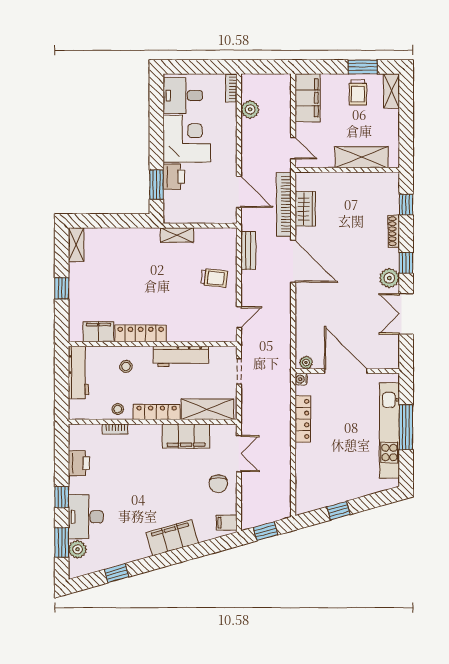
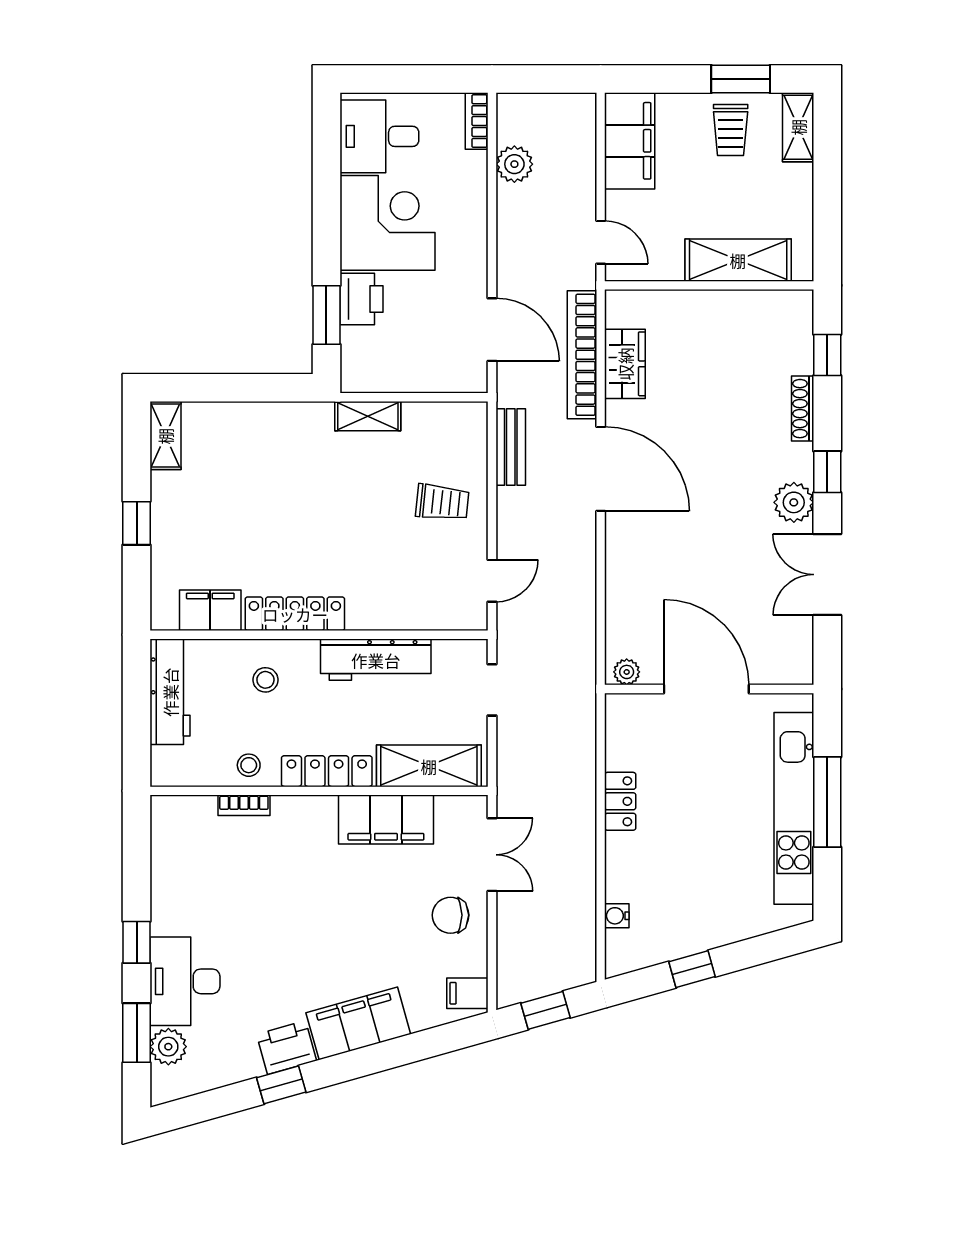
water cooler: (301, 379) -> (617, 916), moved
locker: (303, 419) -> (620, 801), width x0.66
printer: (79, 463) -> (287, 1047), moved, turned -106
chair: (218, 484) -> (451, 915), turned 90
window: (117, 573) -> (281, 1085), moved

